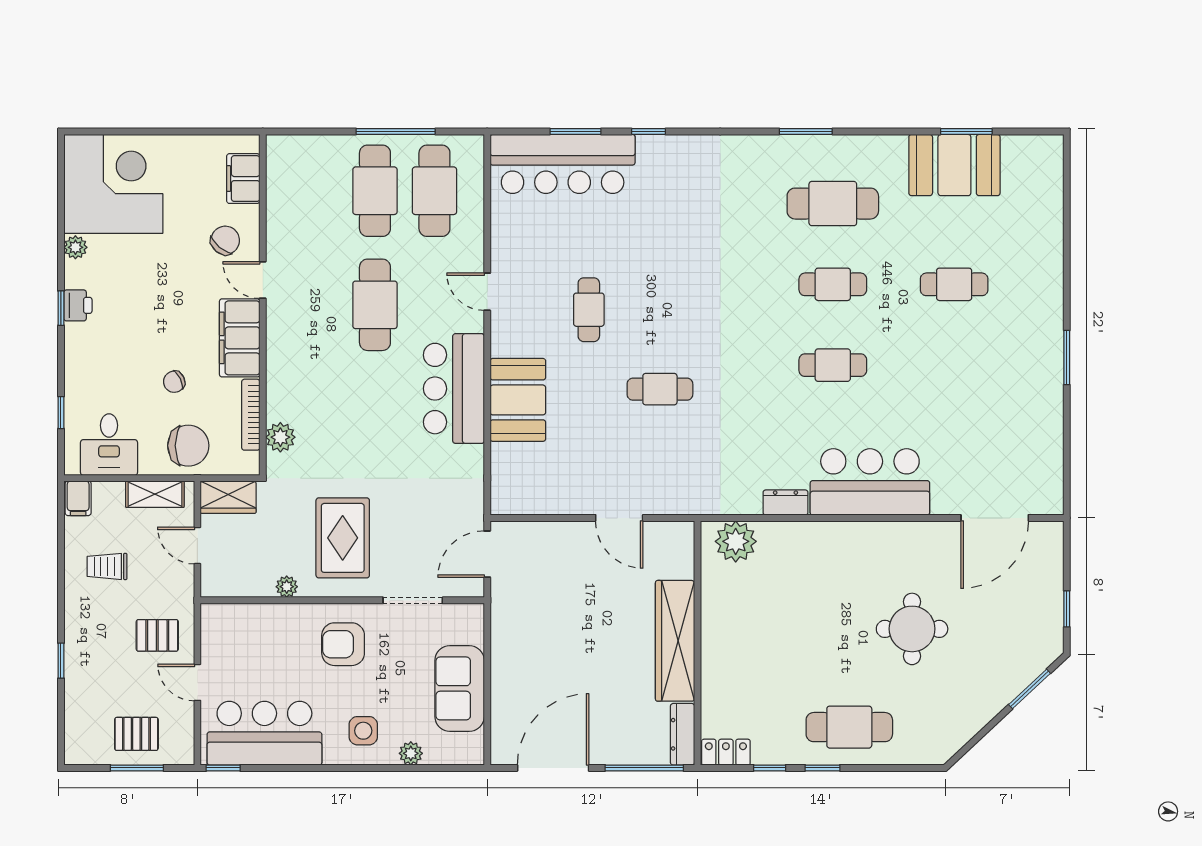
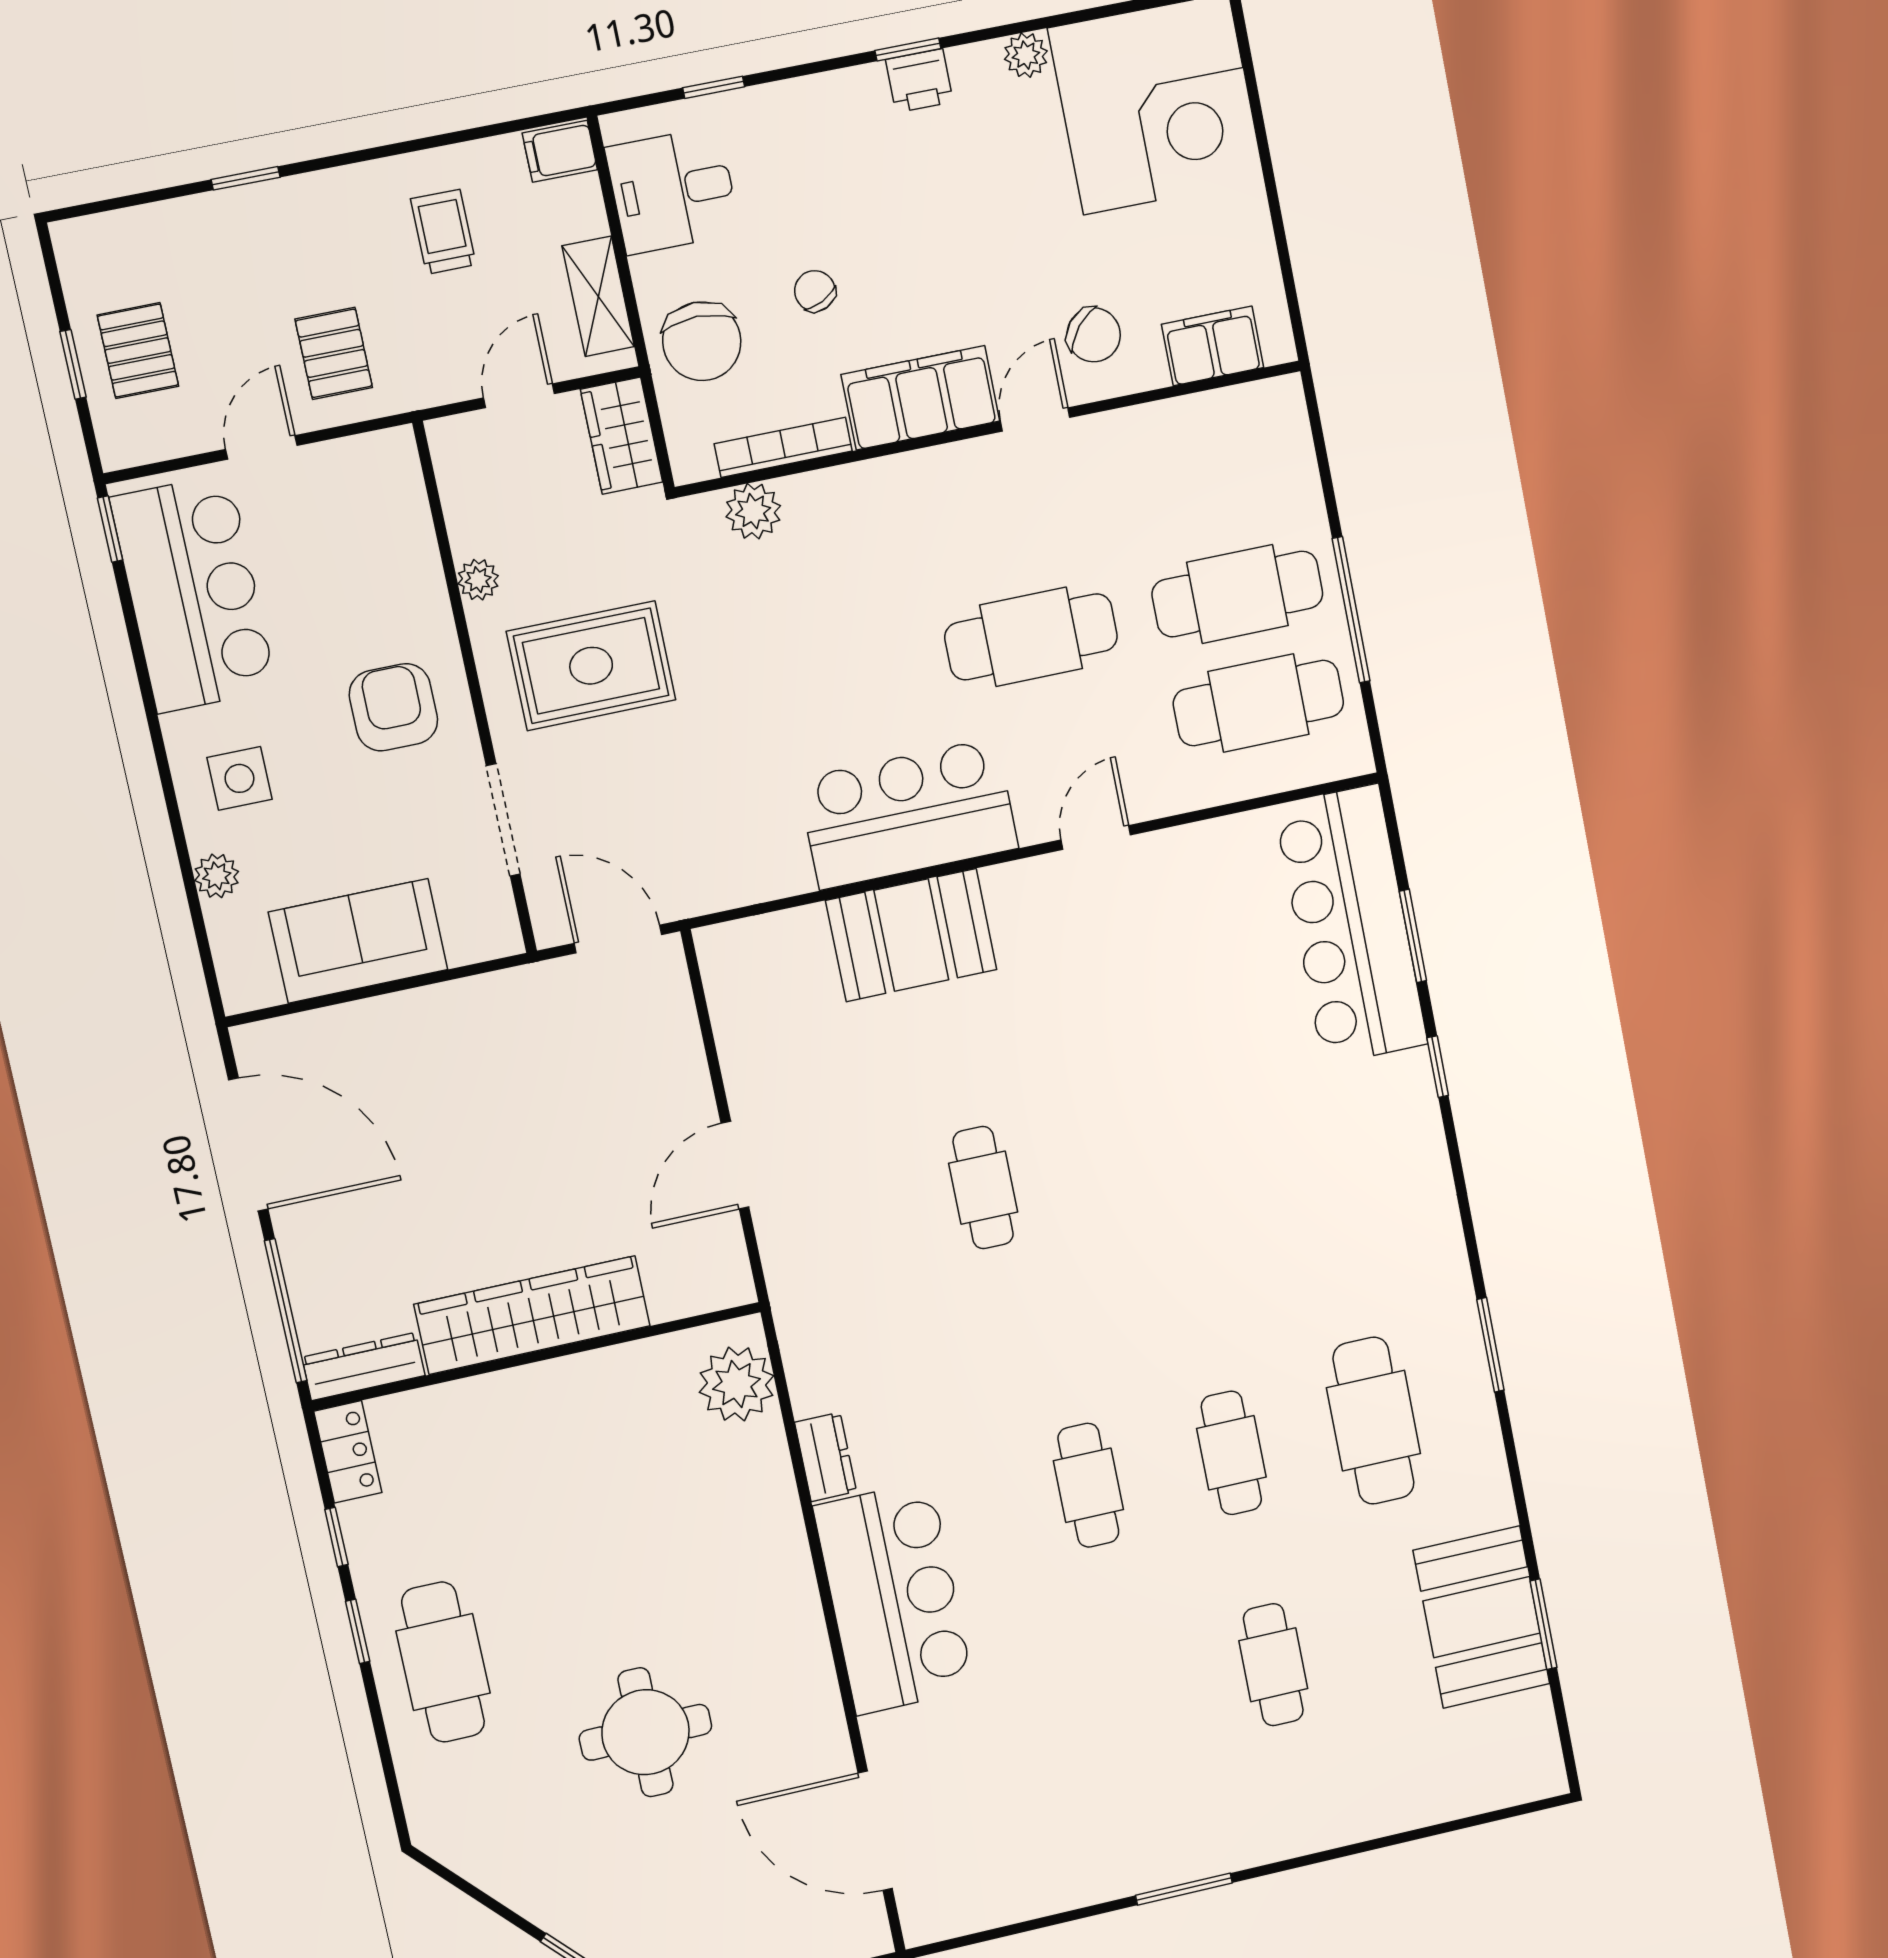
cafe table: (589, 310) -> (1100, 1029), removed
window: (137, 768) -> (73, 364), width x0.67

